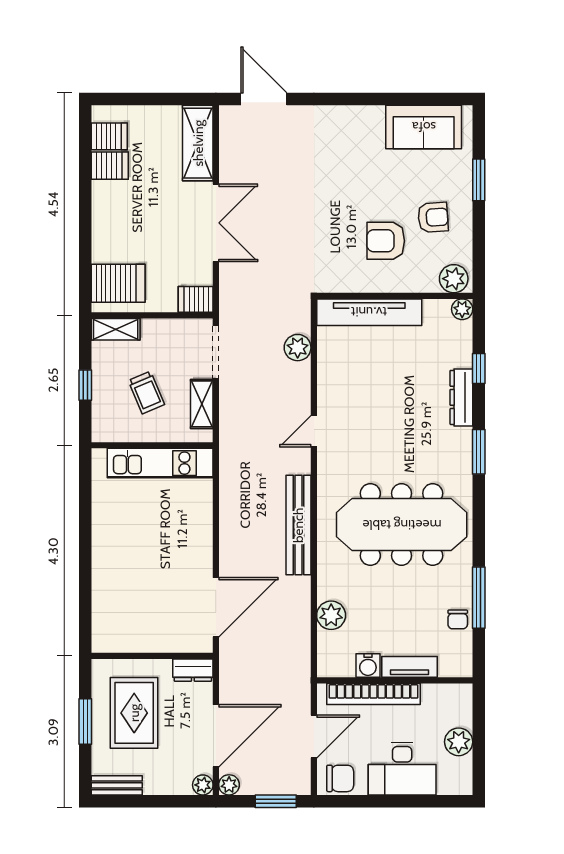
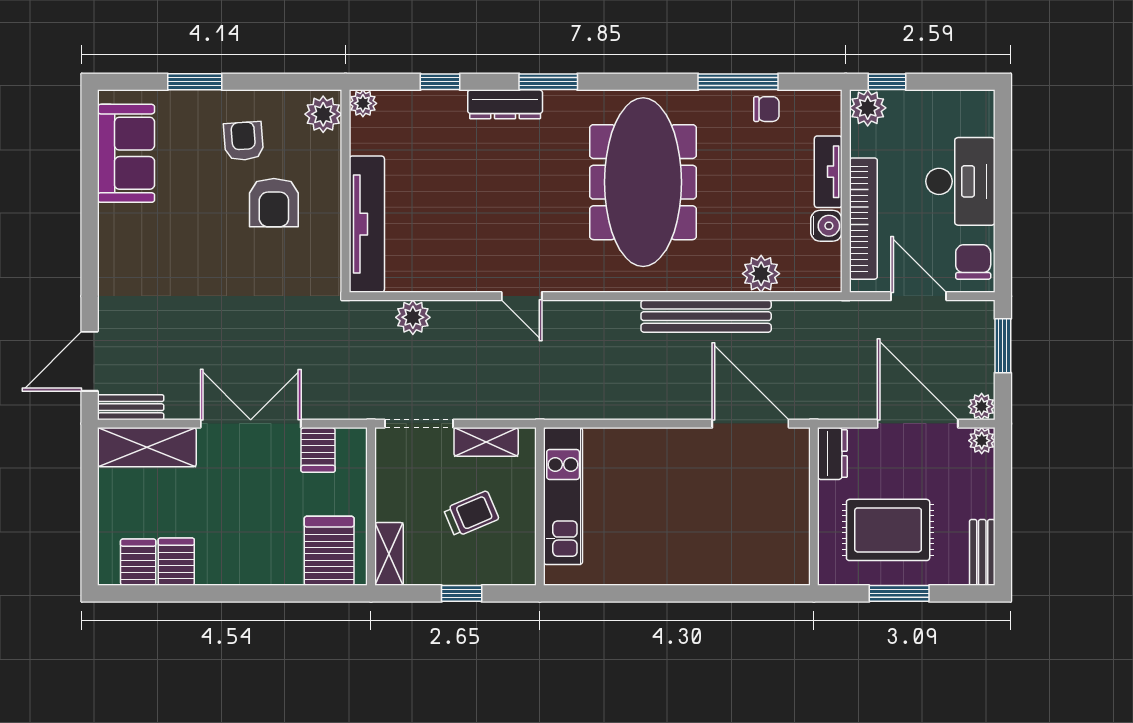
bench: (228, 131) -> (131, 407), added
server rack: (196, 299) -> (318, 450), moved
dresser: (461, 397) -> (505, 104), moved
bench: (298, 525) -> (706, 316), moved
window: (479, 712) -> (887, 82), added
plant: (459, 742) -> (868, 108), moved

